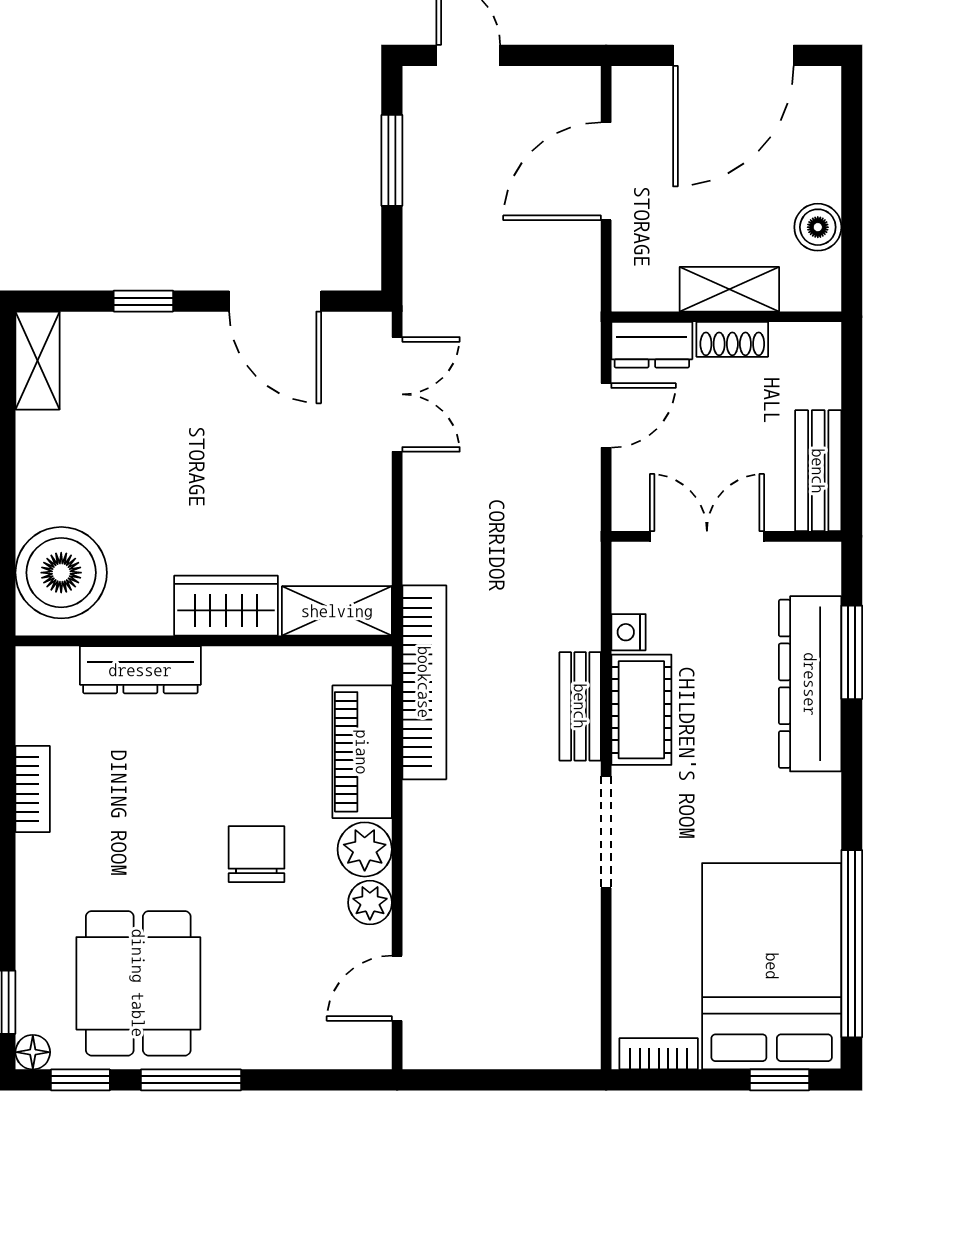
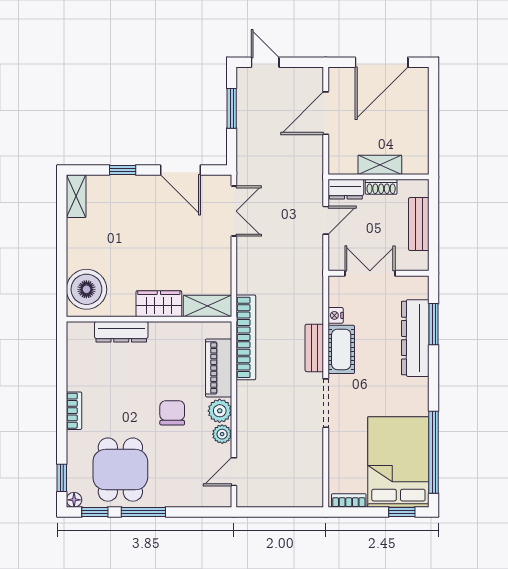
boiler: (818, 227) -> (419, 138), removed
bench: (818, 471) -> (419, 224), moved
bookcase: (33, 789) -> (74, 411), moved

